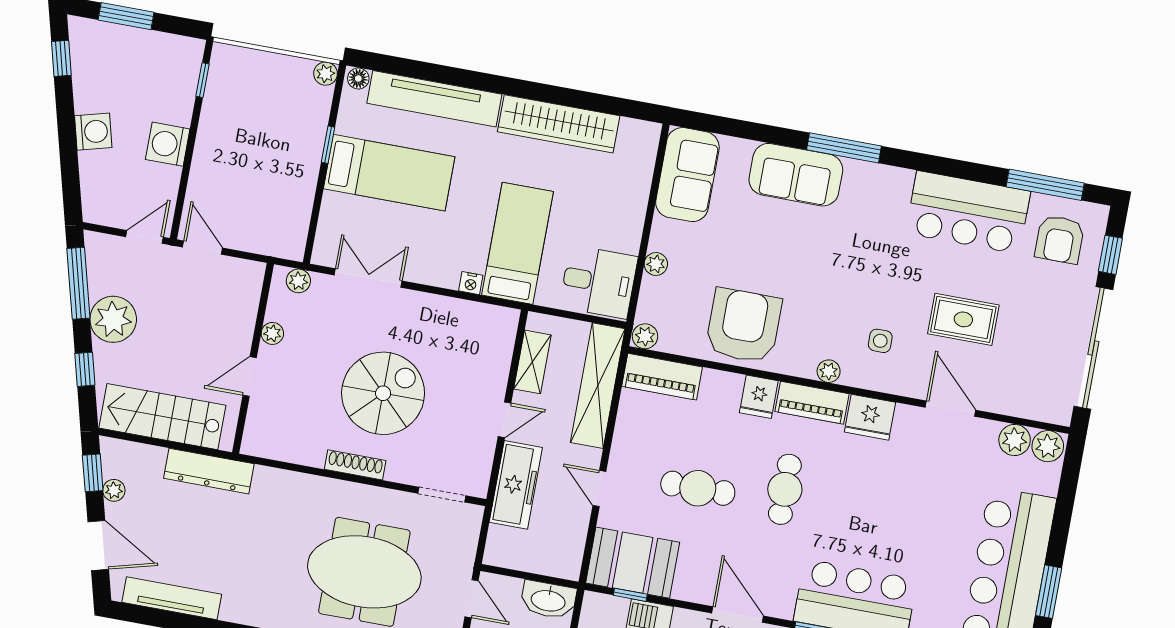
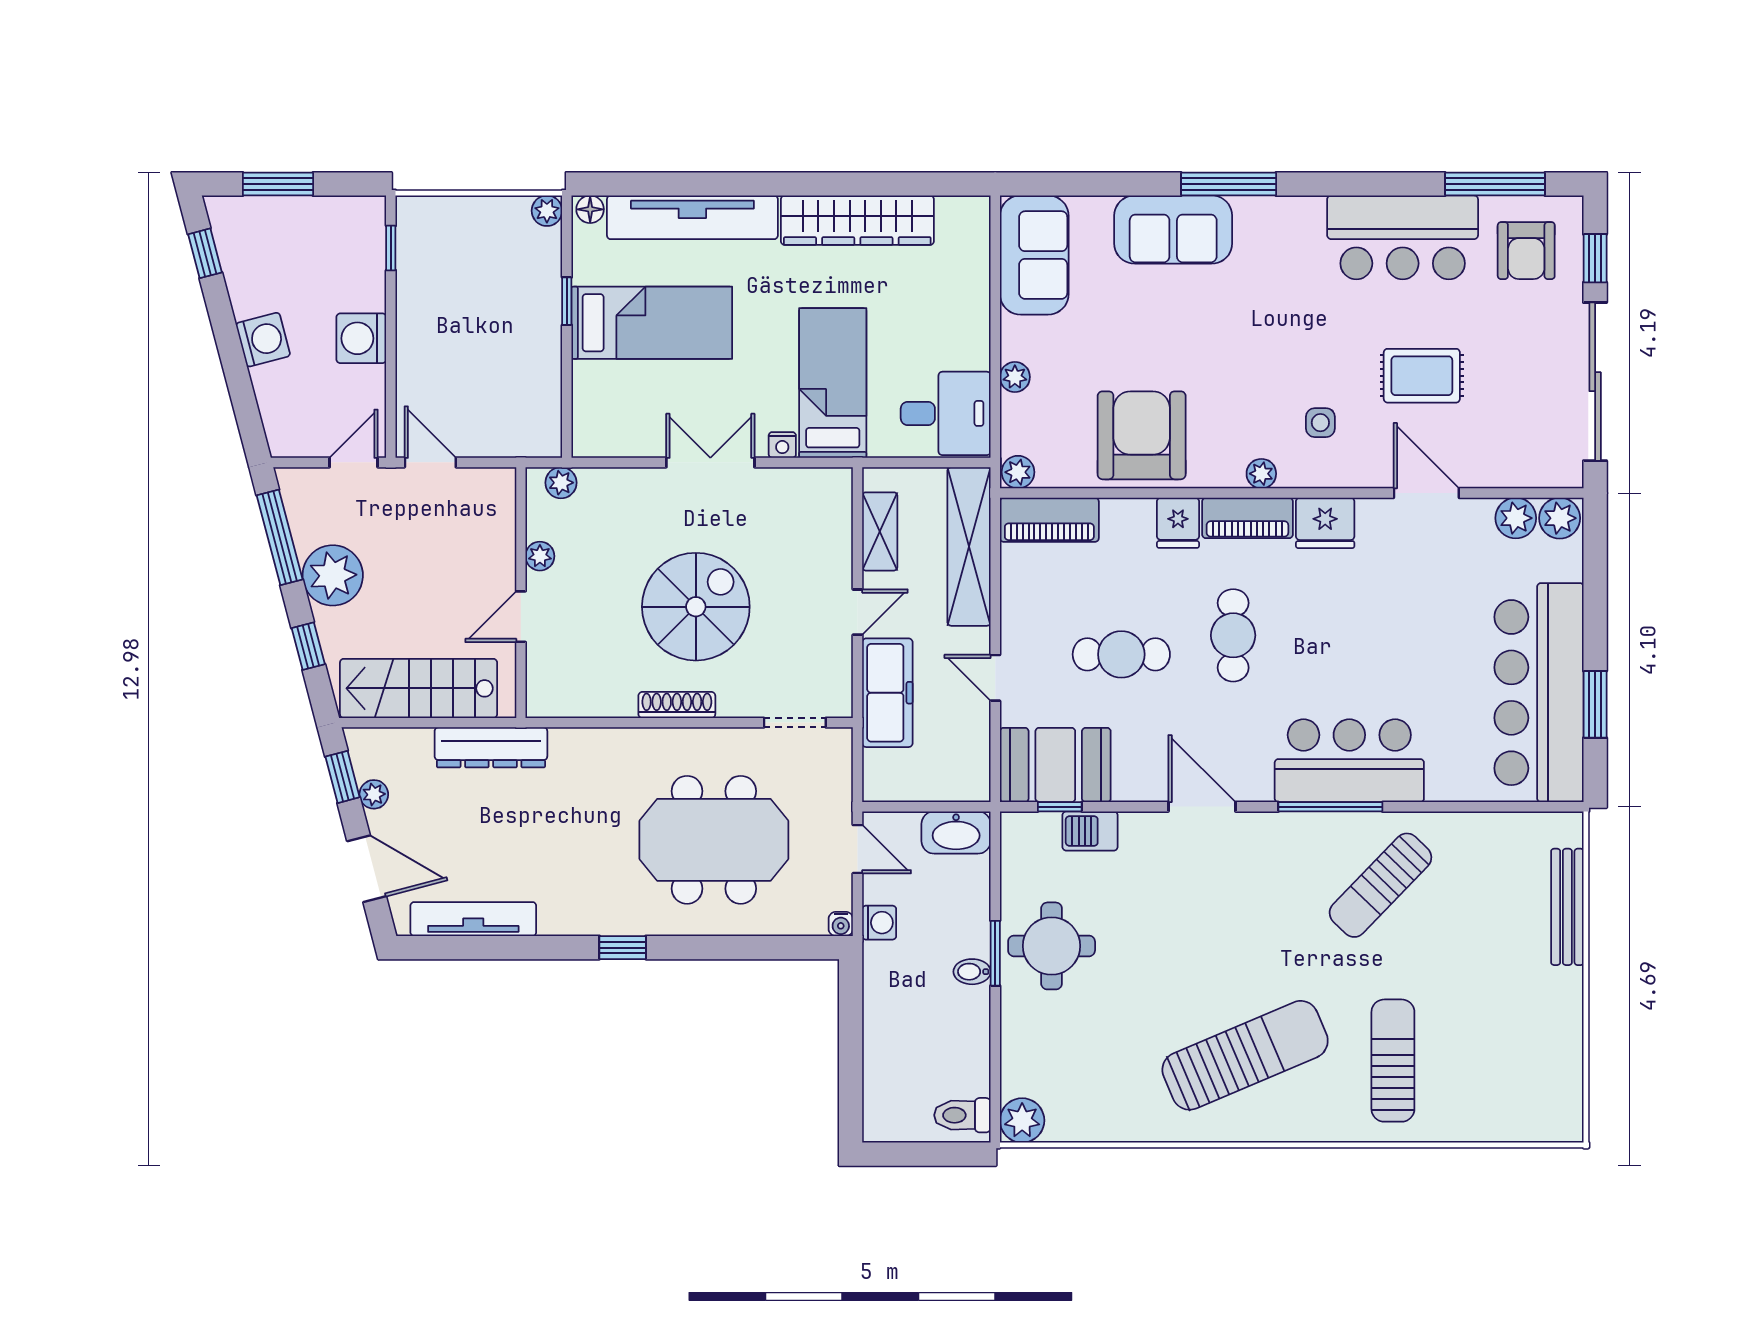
double door: (368, 278) -> (710, 462), moved

